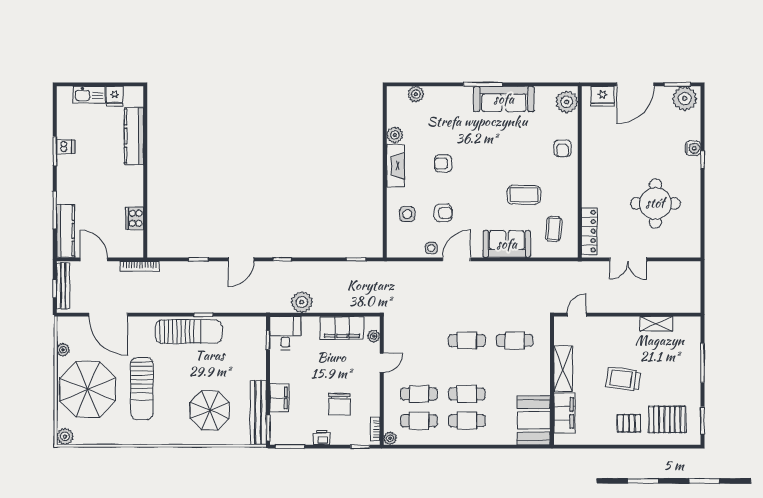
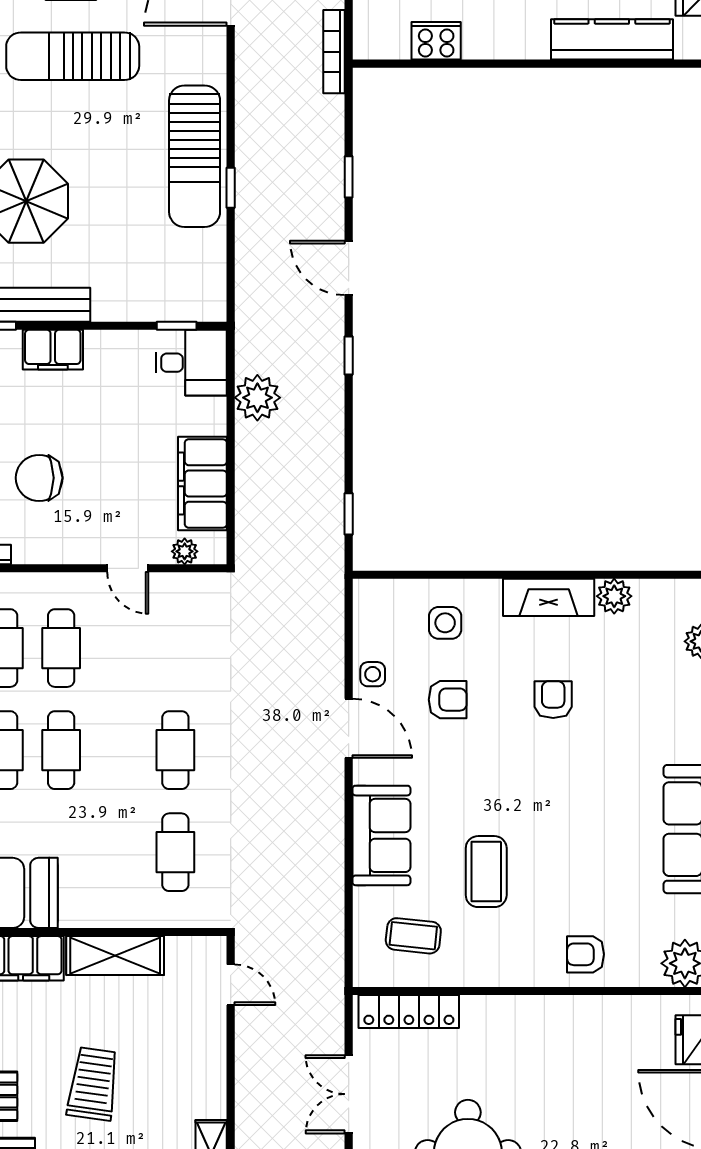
armchair: (443, 213) -> (448, 700), turned -90

